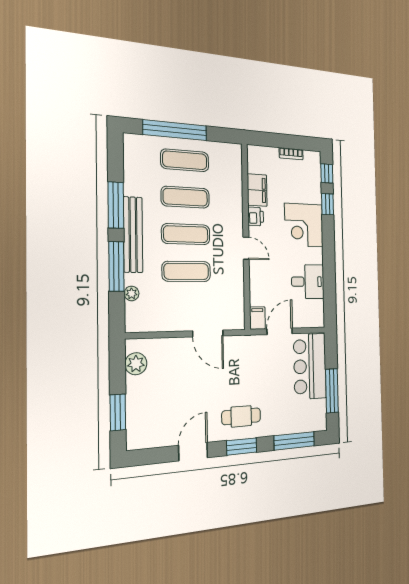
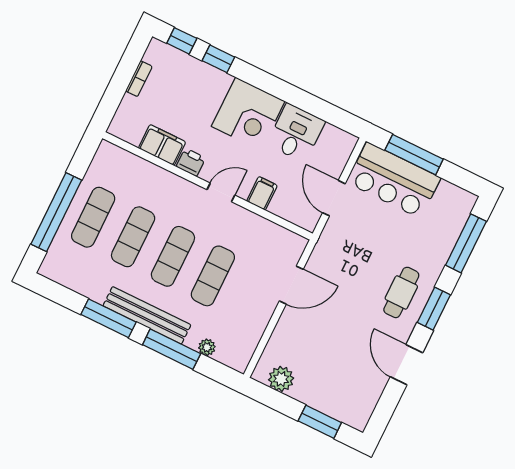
corner desk: (304, 225) -> (248, 114), moved
filing cabinet: (257, 318) -> (262, 193), moved, turned 90
window: (332, 391) -> (414, 155), moved

